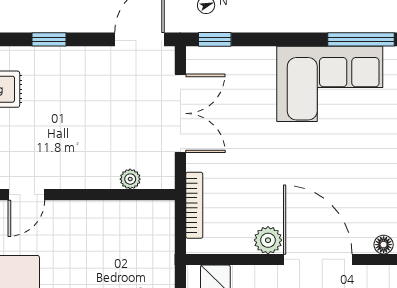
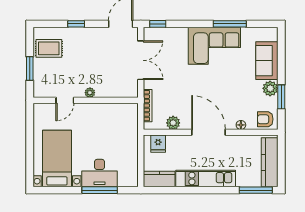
plant: (130, 179) -> (90, 93), moved
plant: (268, 240) -> (173, 123), moved

